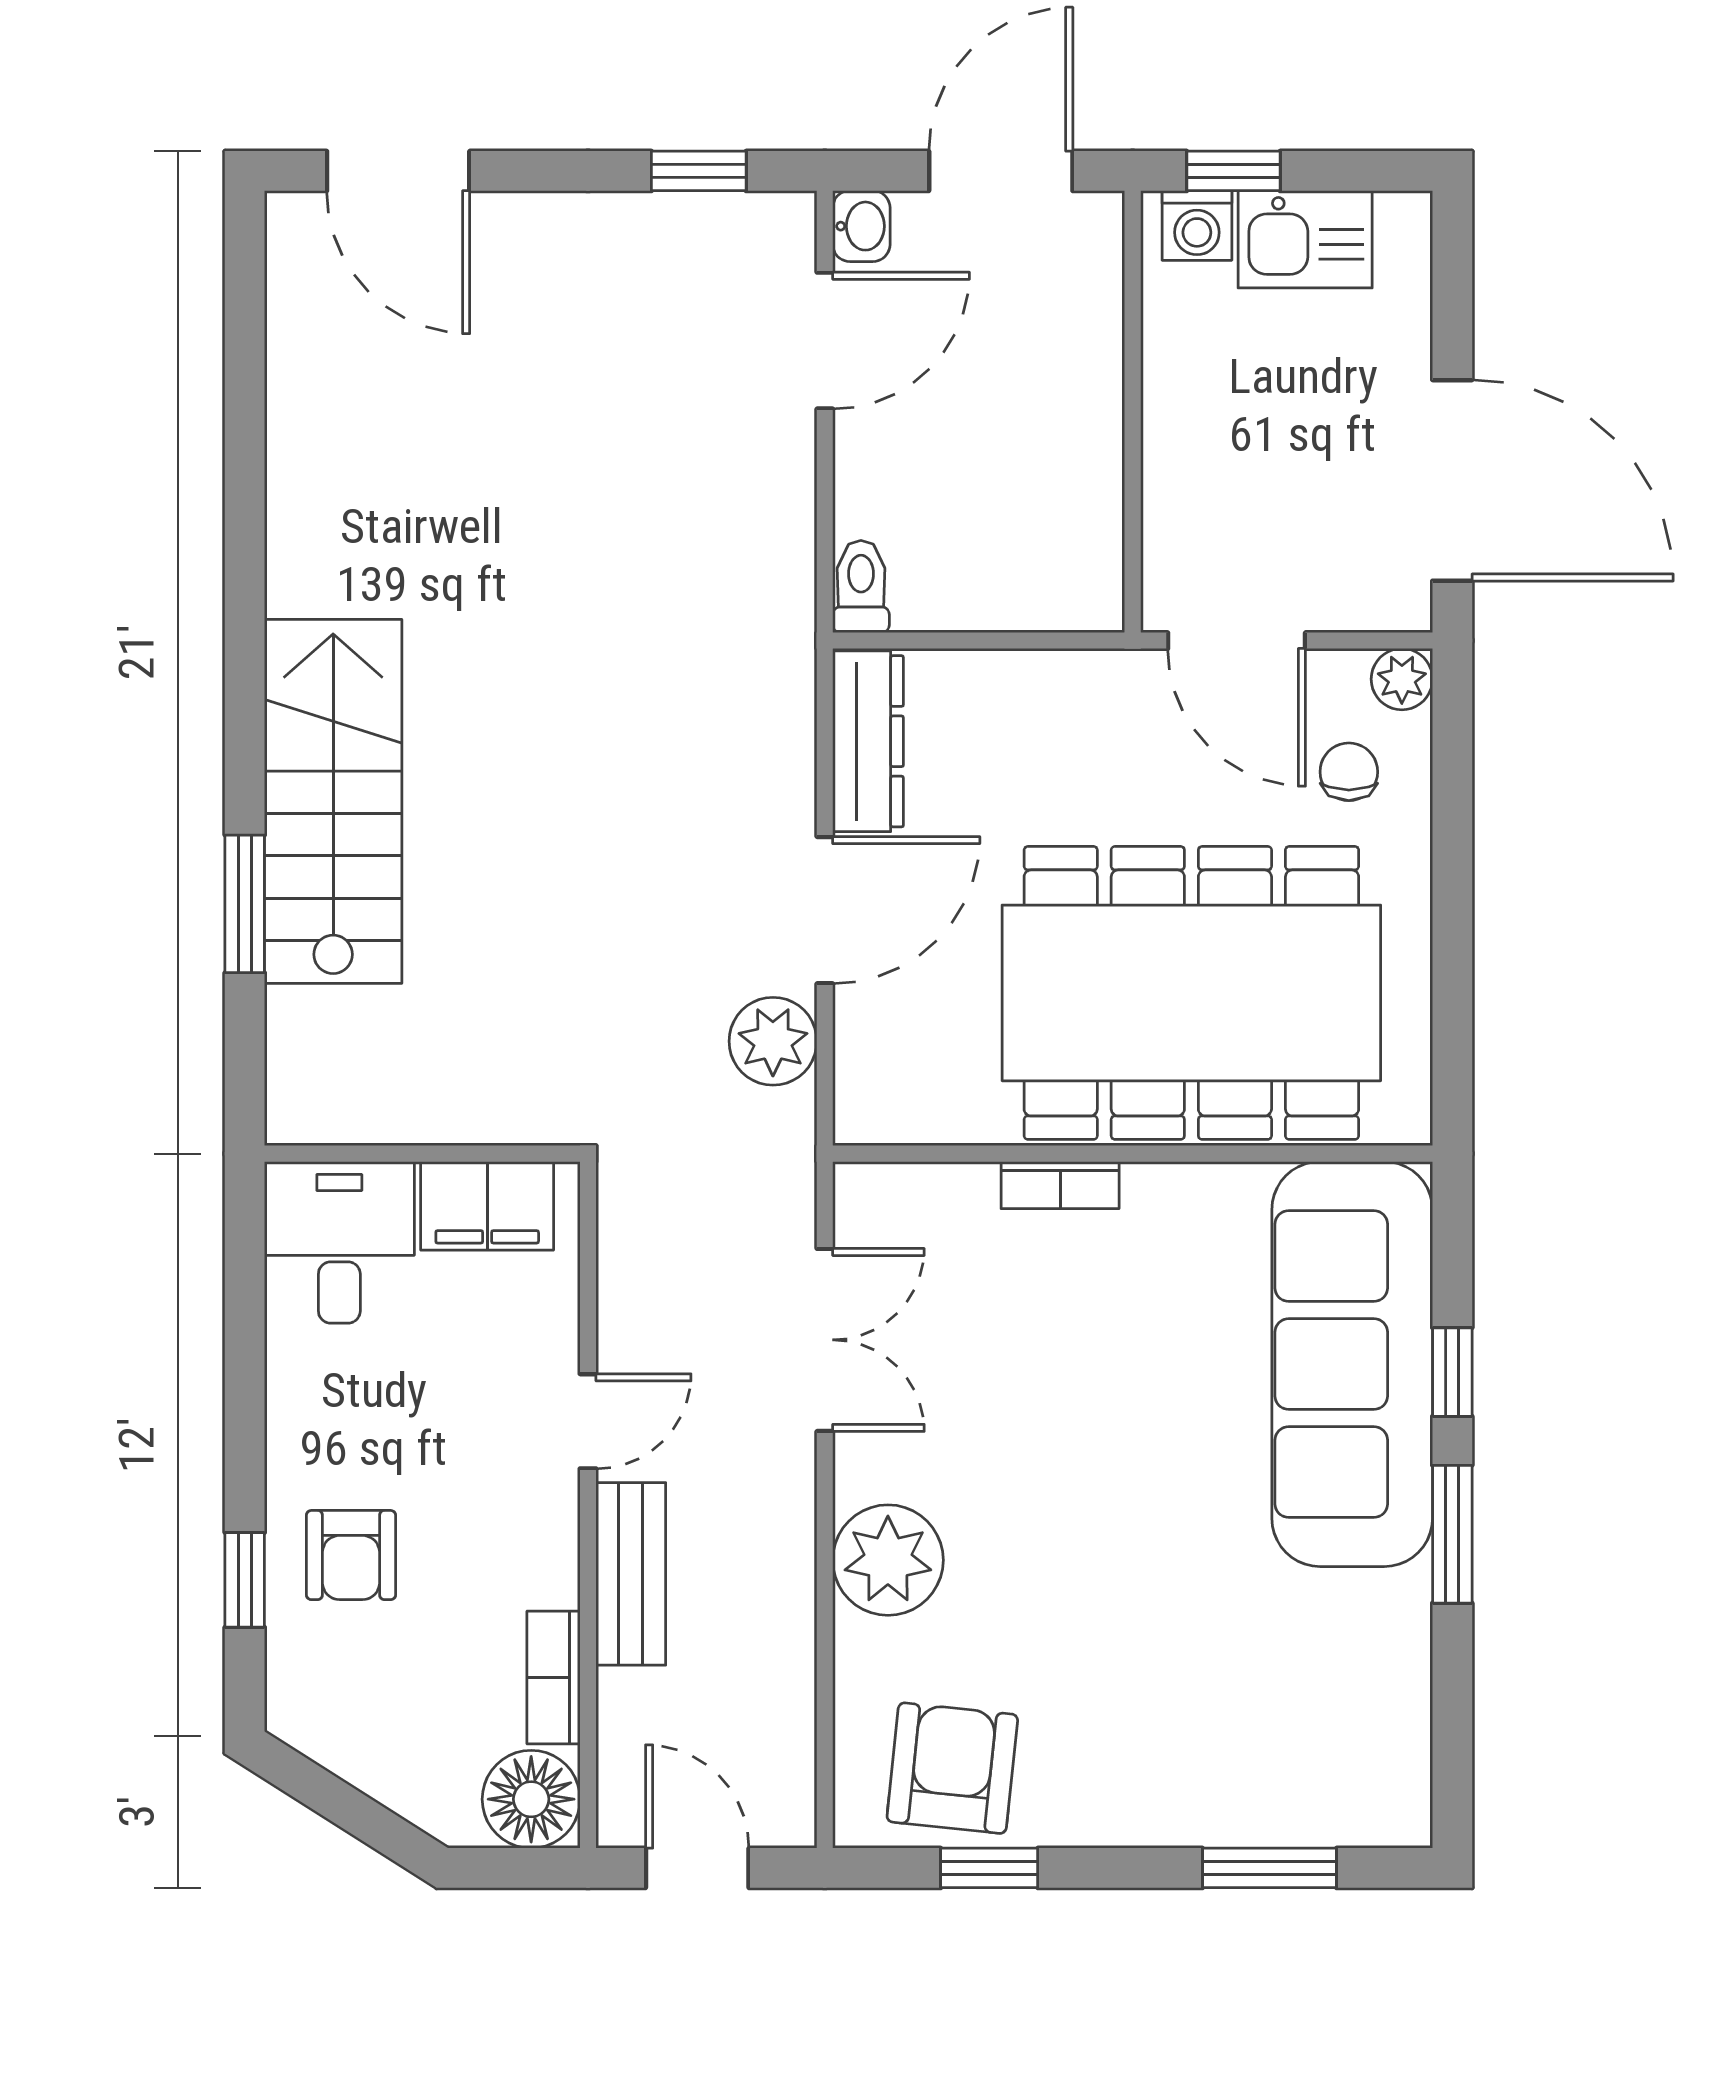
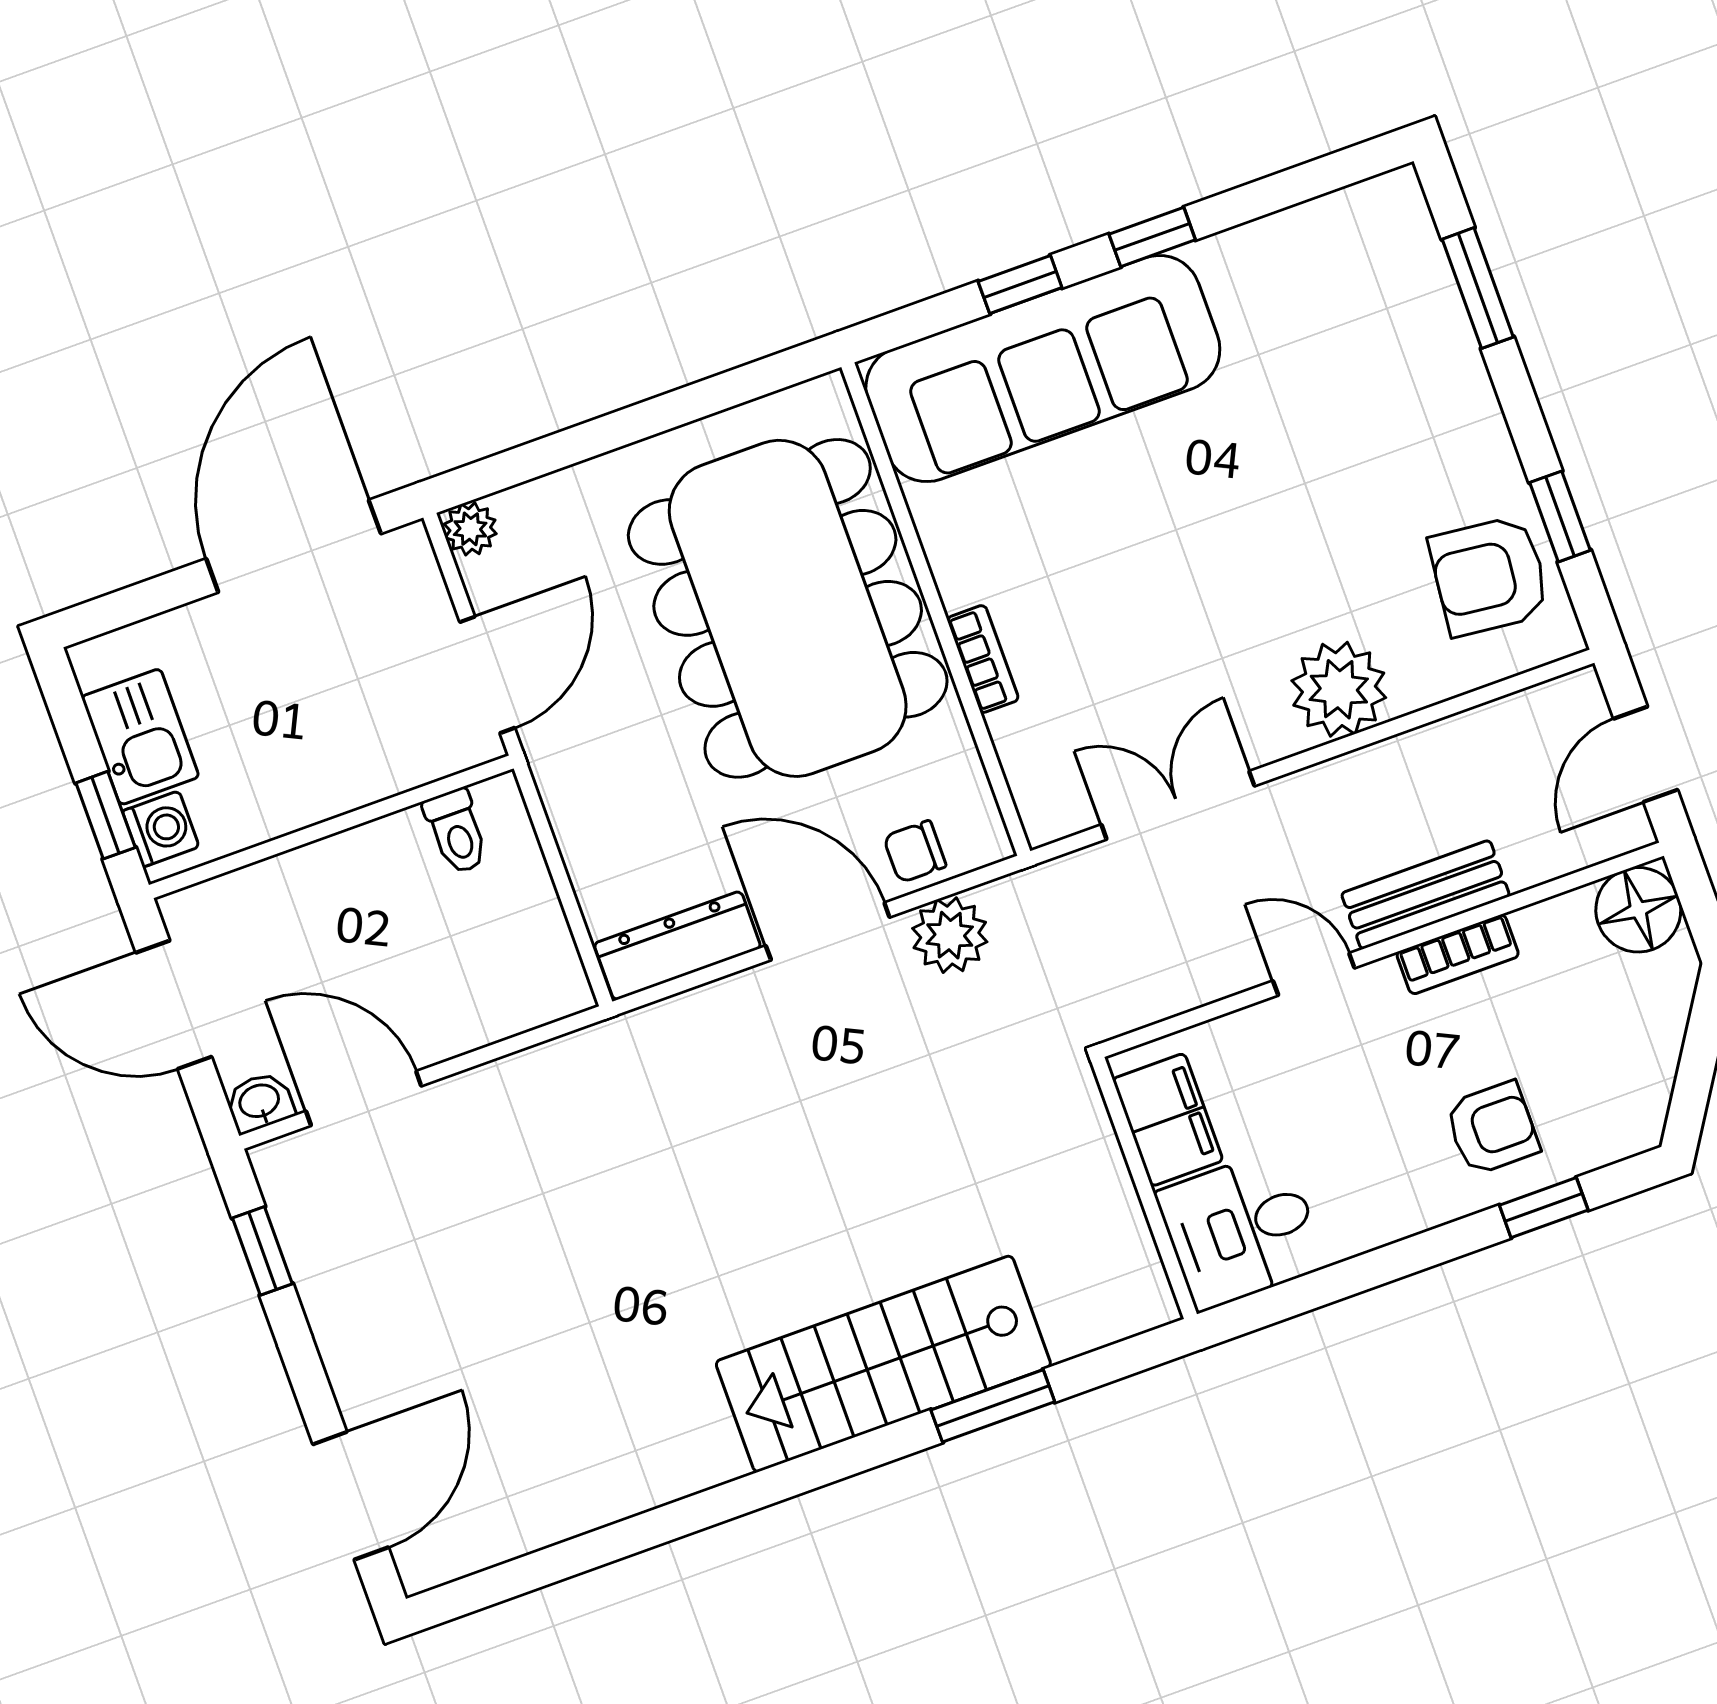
toilet: (861, 587) -> (456, 831), moved, turned -90
chair: (1349, 772) -> (915, 852), moved
window: (1452, 1534) -> (1152, 237), width x0.67
bookcase: (554, 1677) -> (1458, 954), moved

